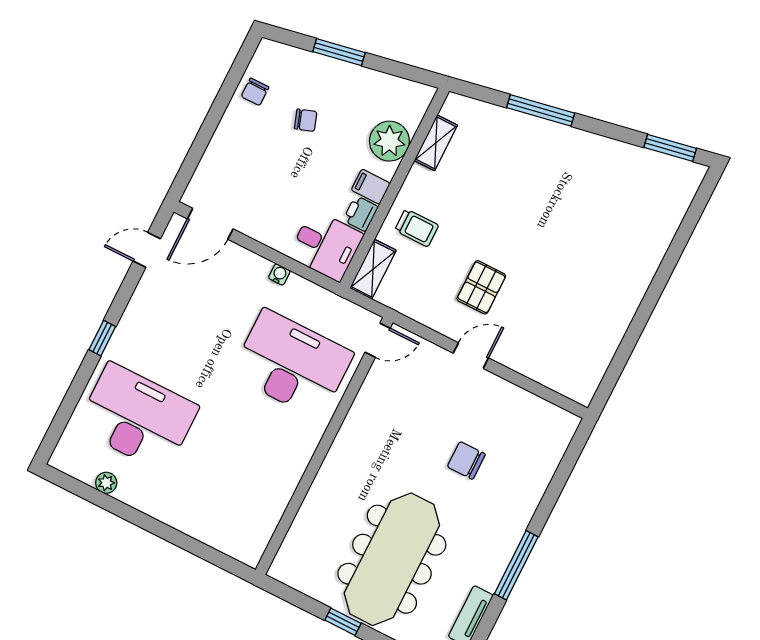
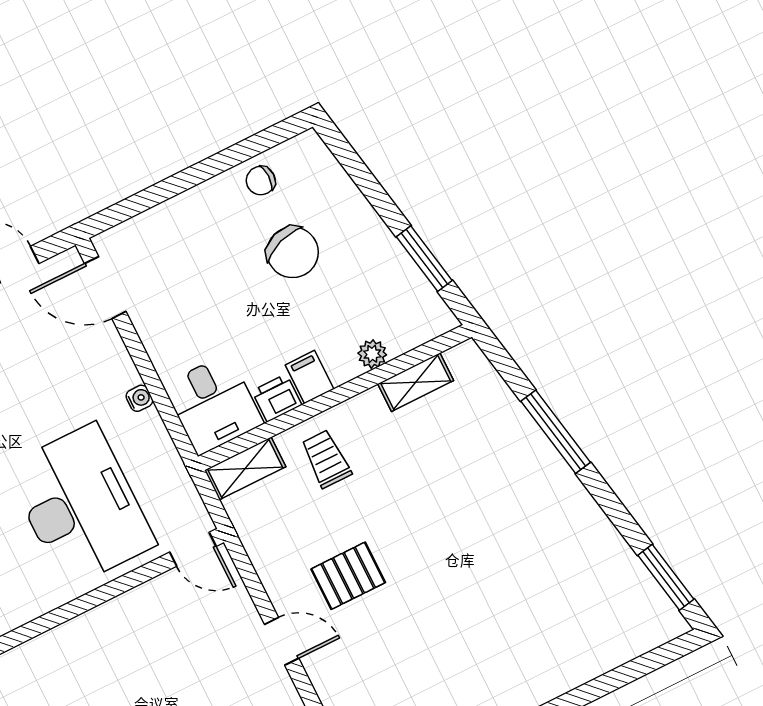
window: (339, 52) -> (424, 259), moved
chair: (306, 120) -> (293, 252), width x1.87, depth x1.87
plant: (389, 141) -> (372, 354), width x0.53, depth x0.53
trolley: (417, 228) -> (326, 459), turned 180

